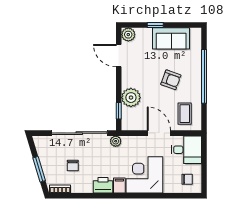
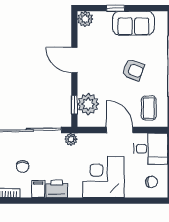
door: (119, 56) -> (74, 60), moved
plant: (131, 98) -> (88, 104), moved
filing cabinet: (119, 185) -> (38, 189), moved

